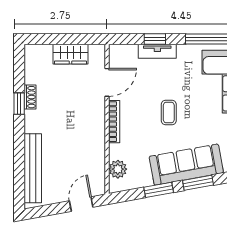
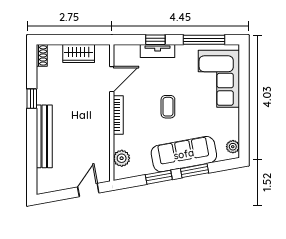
shoe rack: (30, 97) -> (42, 55), moved
bench: (33, 168) -> (44, 136), moved

